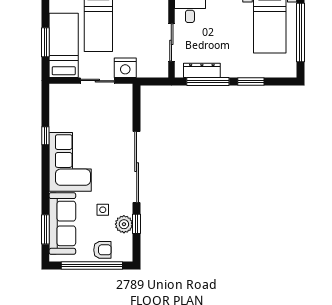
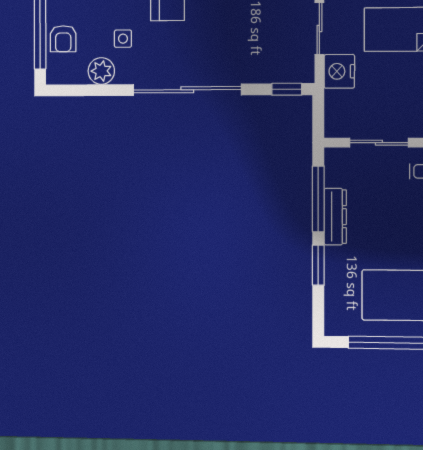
dresser: (202, 70) -> (335, 217), moved
window: (137, 224) -> (287, 89), moved

